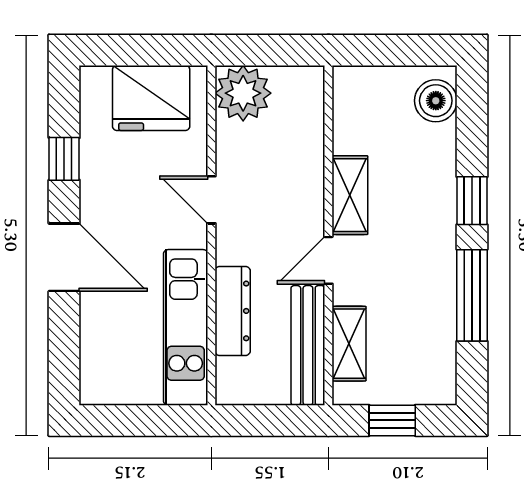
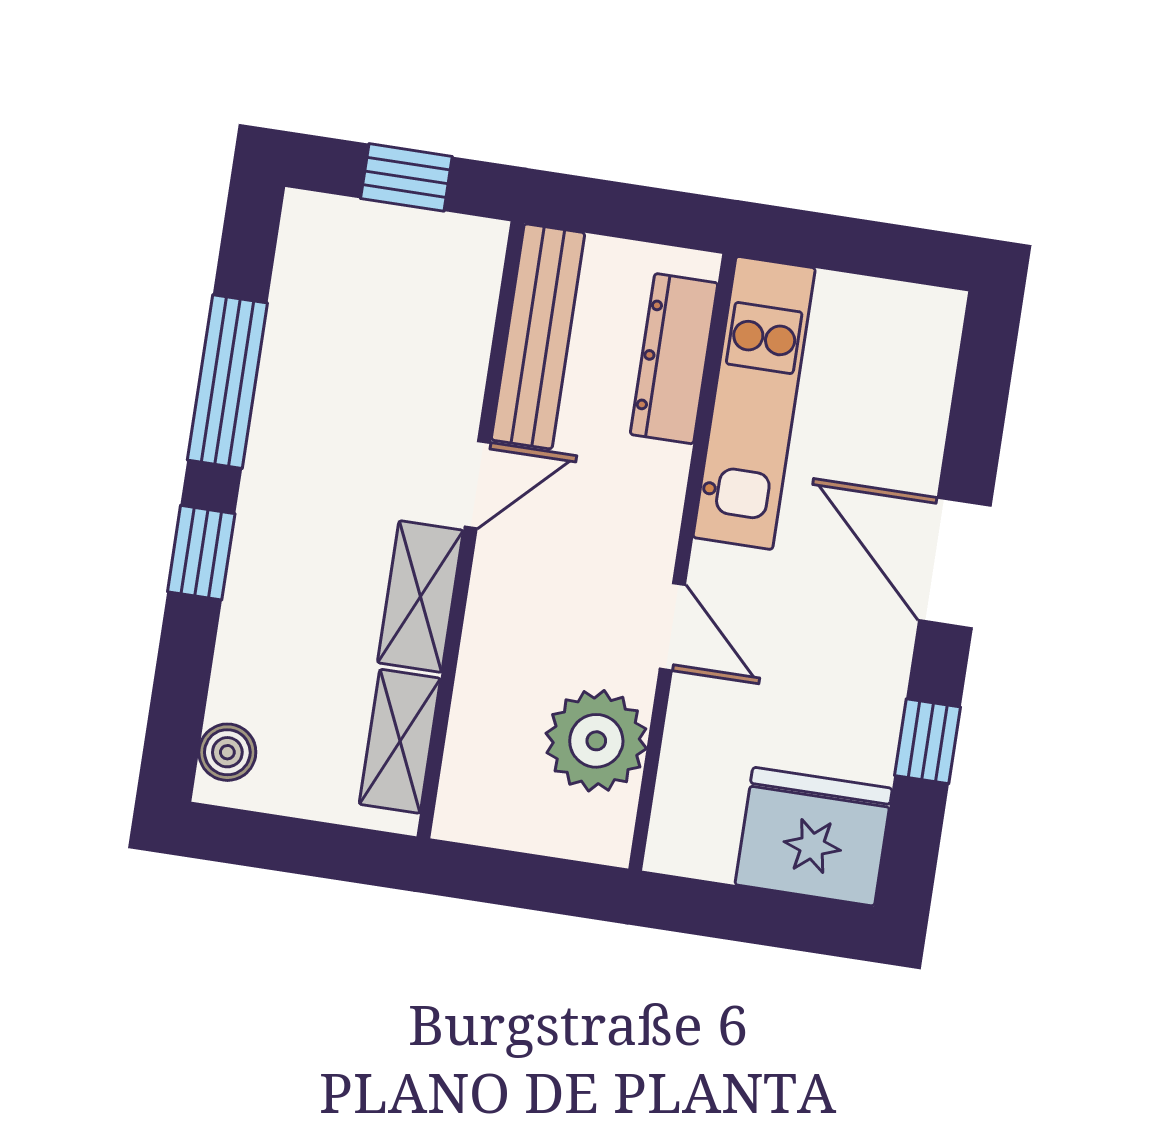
plant: (243, 93) -> (596, 741), moved
fridge: (151, 98) -> (814, 837), moved
boiler: (436, 101) -> (227, 752), width x0.73, depth x0.73
dresser: (233, 311) -> (674, 359), moved
shelving: (349, 344) -> (400, 741), moved

